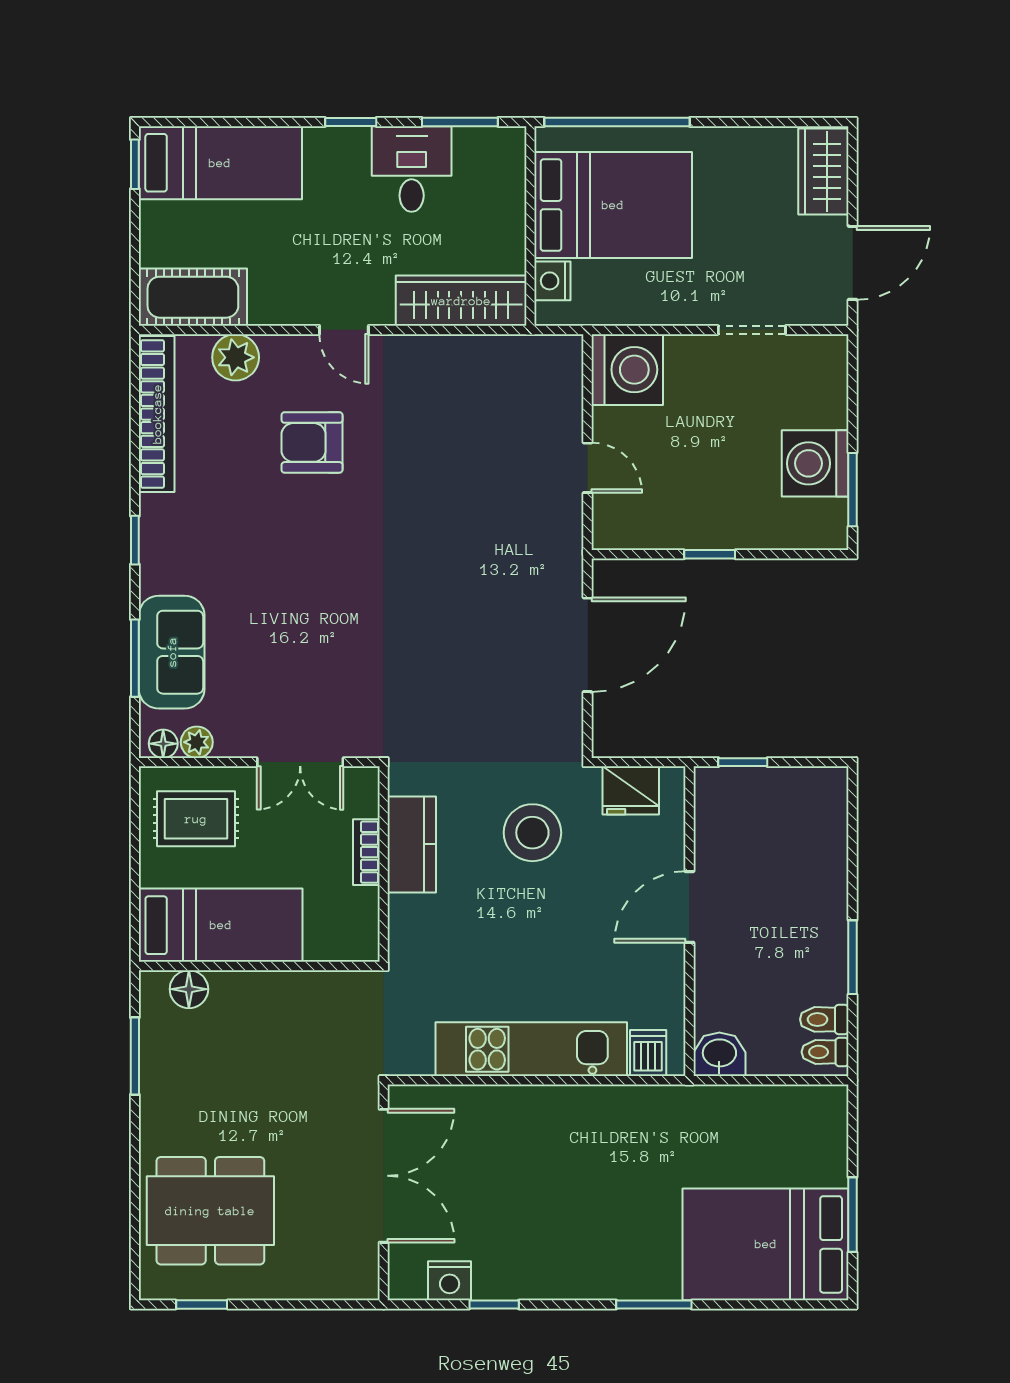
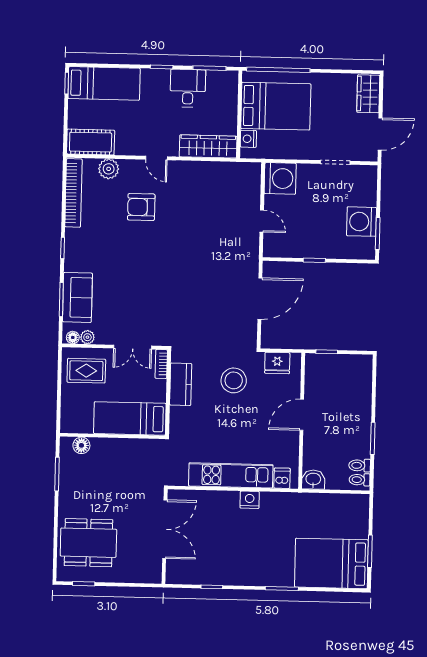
bookcase: (366, 852) -> (161, 364), moved
bed: (221, 925) -> (130, 418), moved, turned 180
nightstand: (450, 1281) -> (250, 500), moved, turned 180

